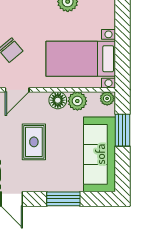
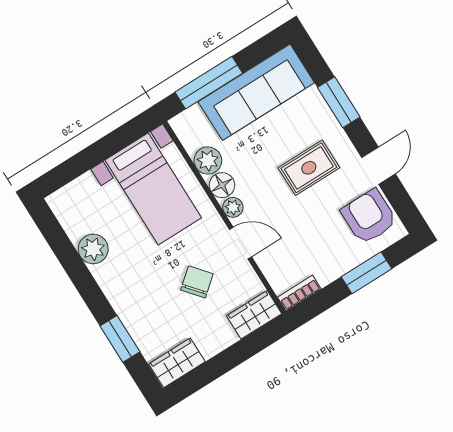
plant: (107, 98) -> (233, 207), moved
window: (122, 130) -> (209, 83), width x1.44
rug: (34, 142) -> (309, 168), moved

